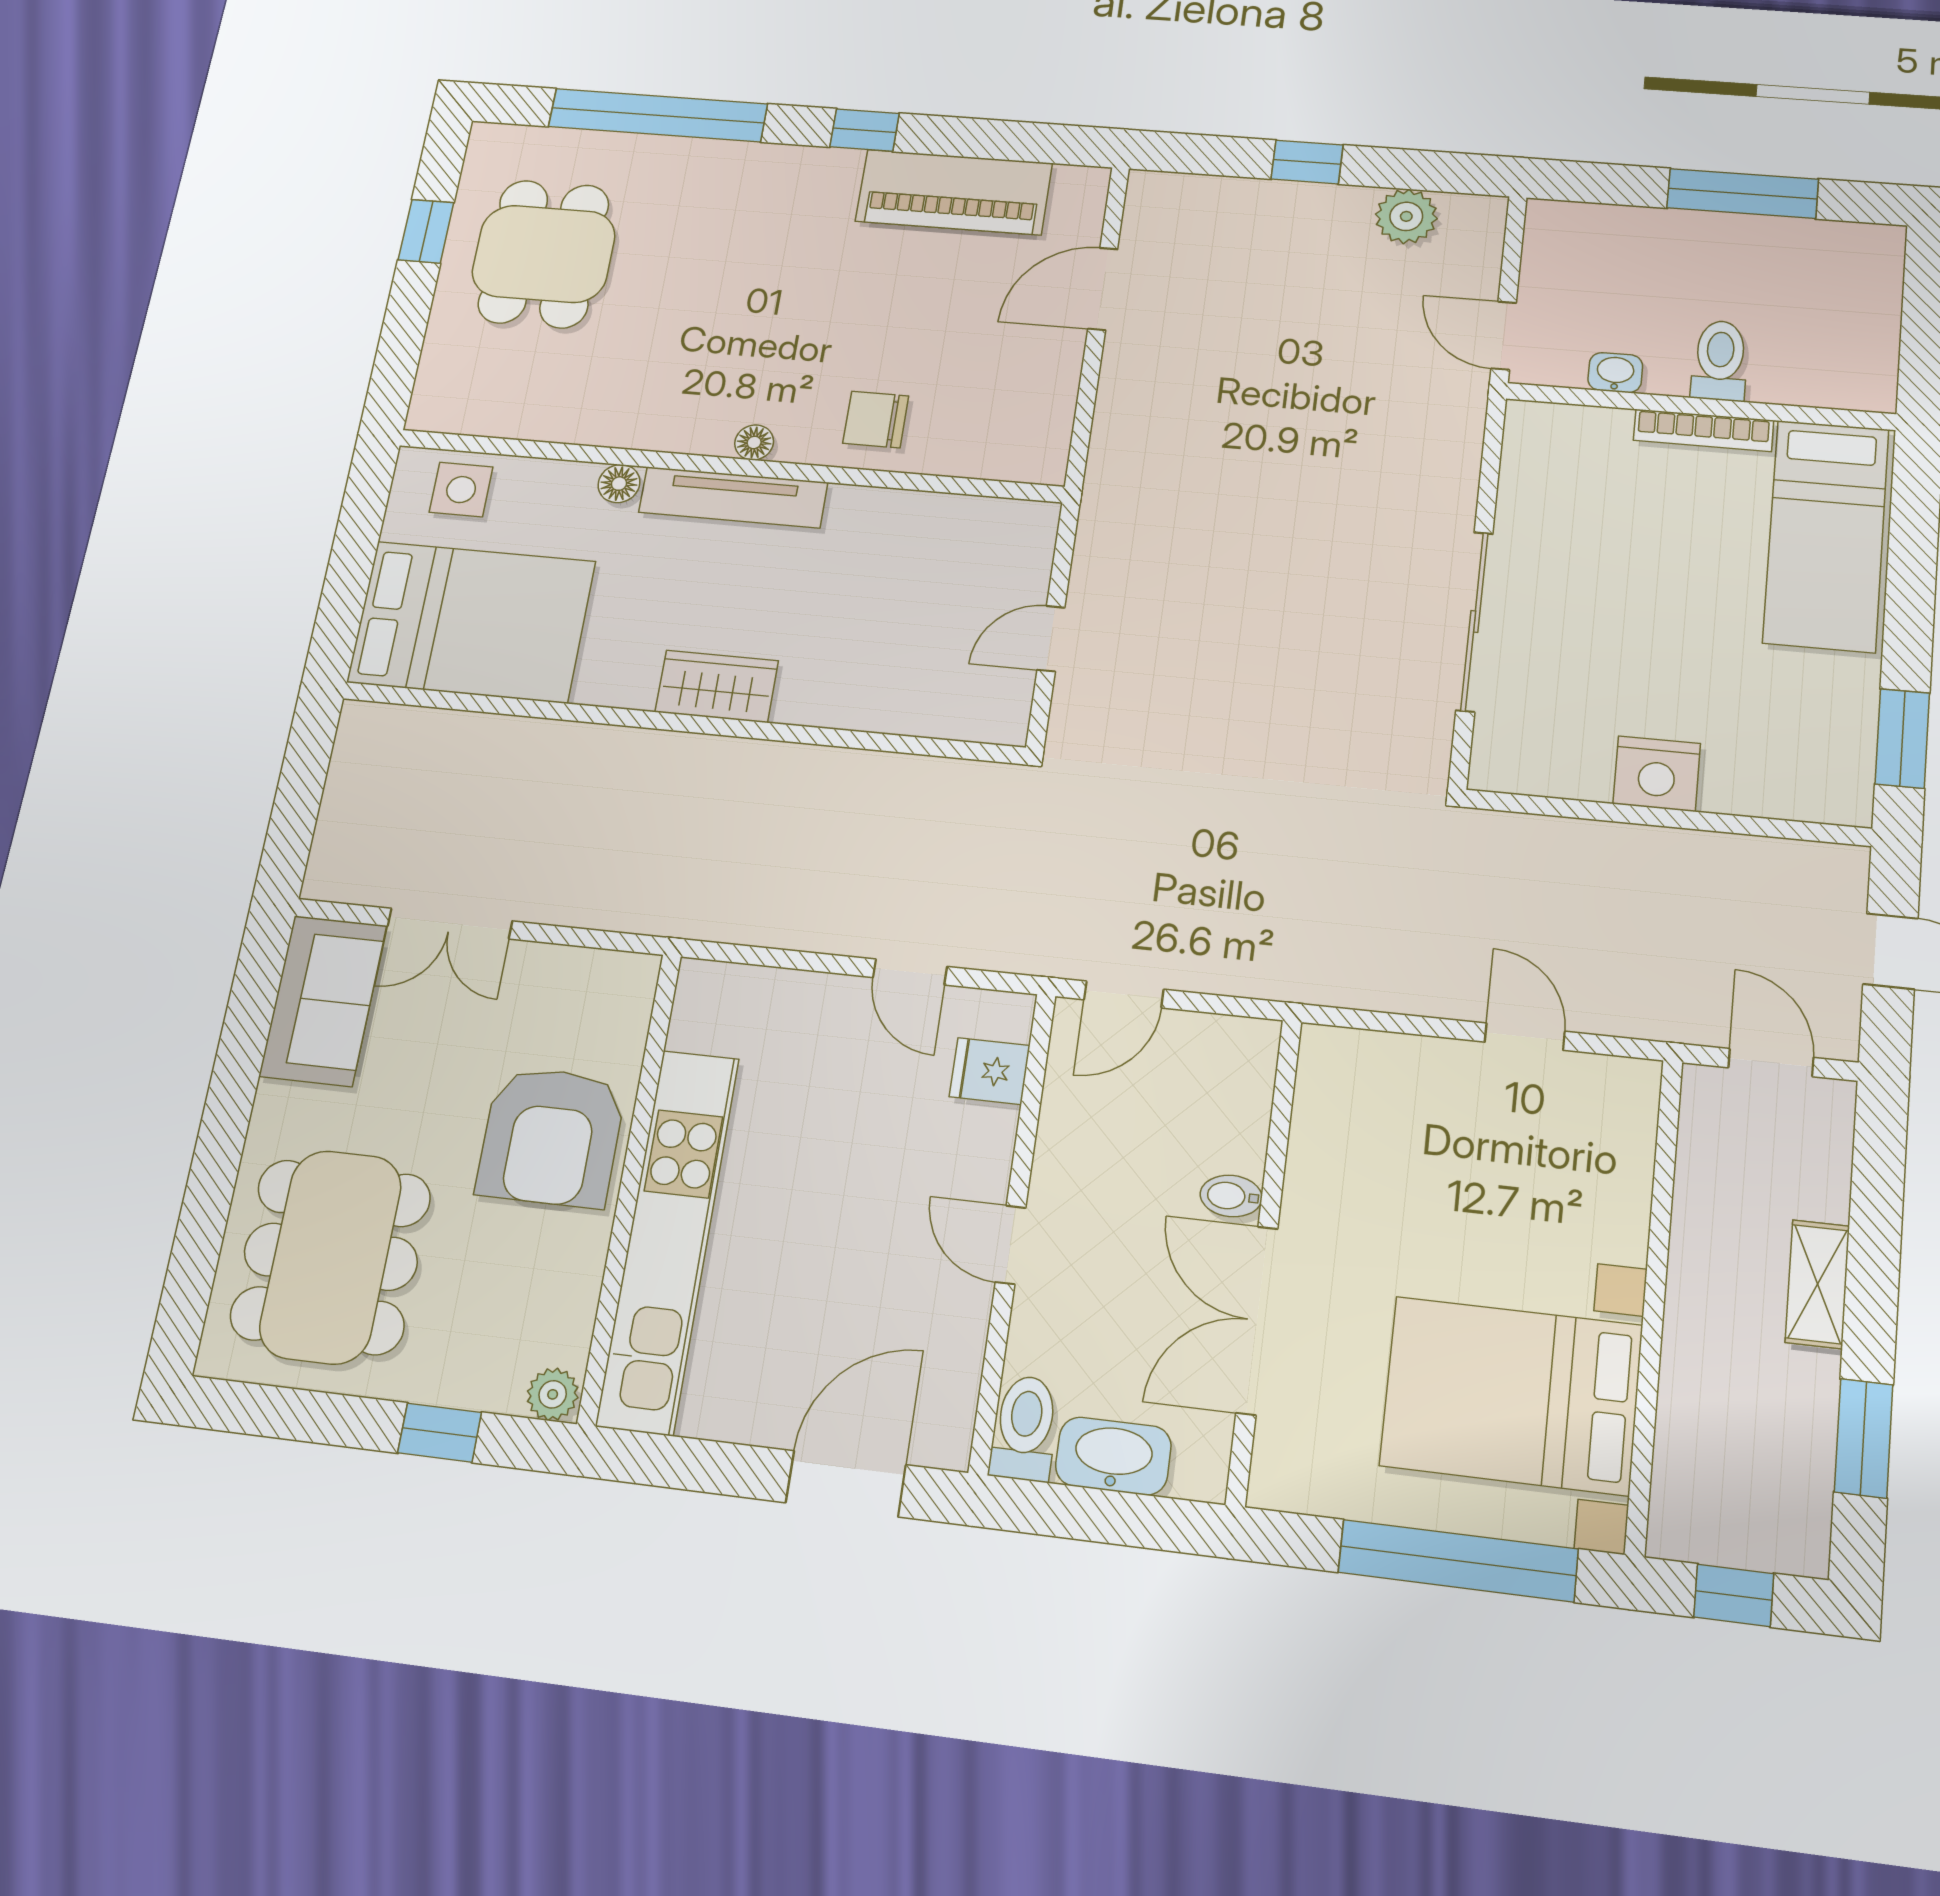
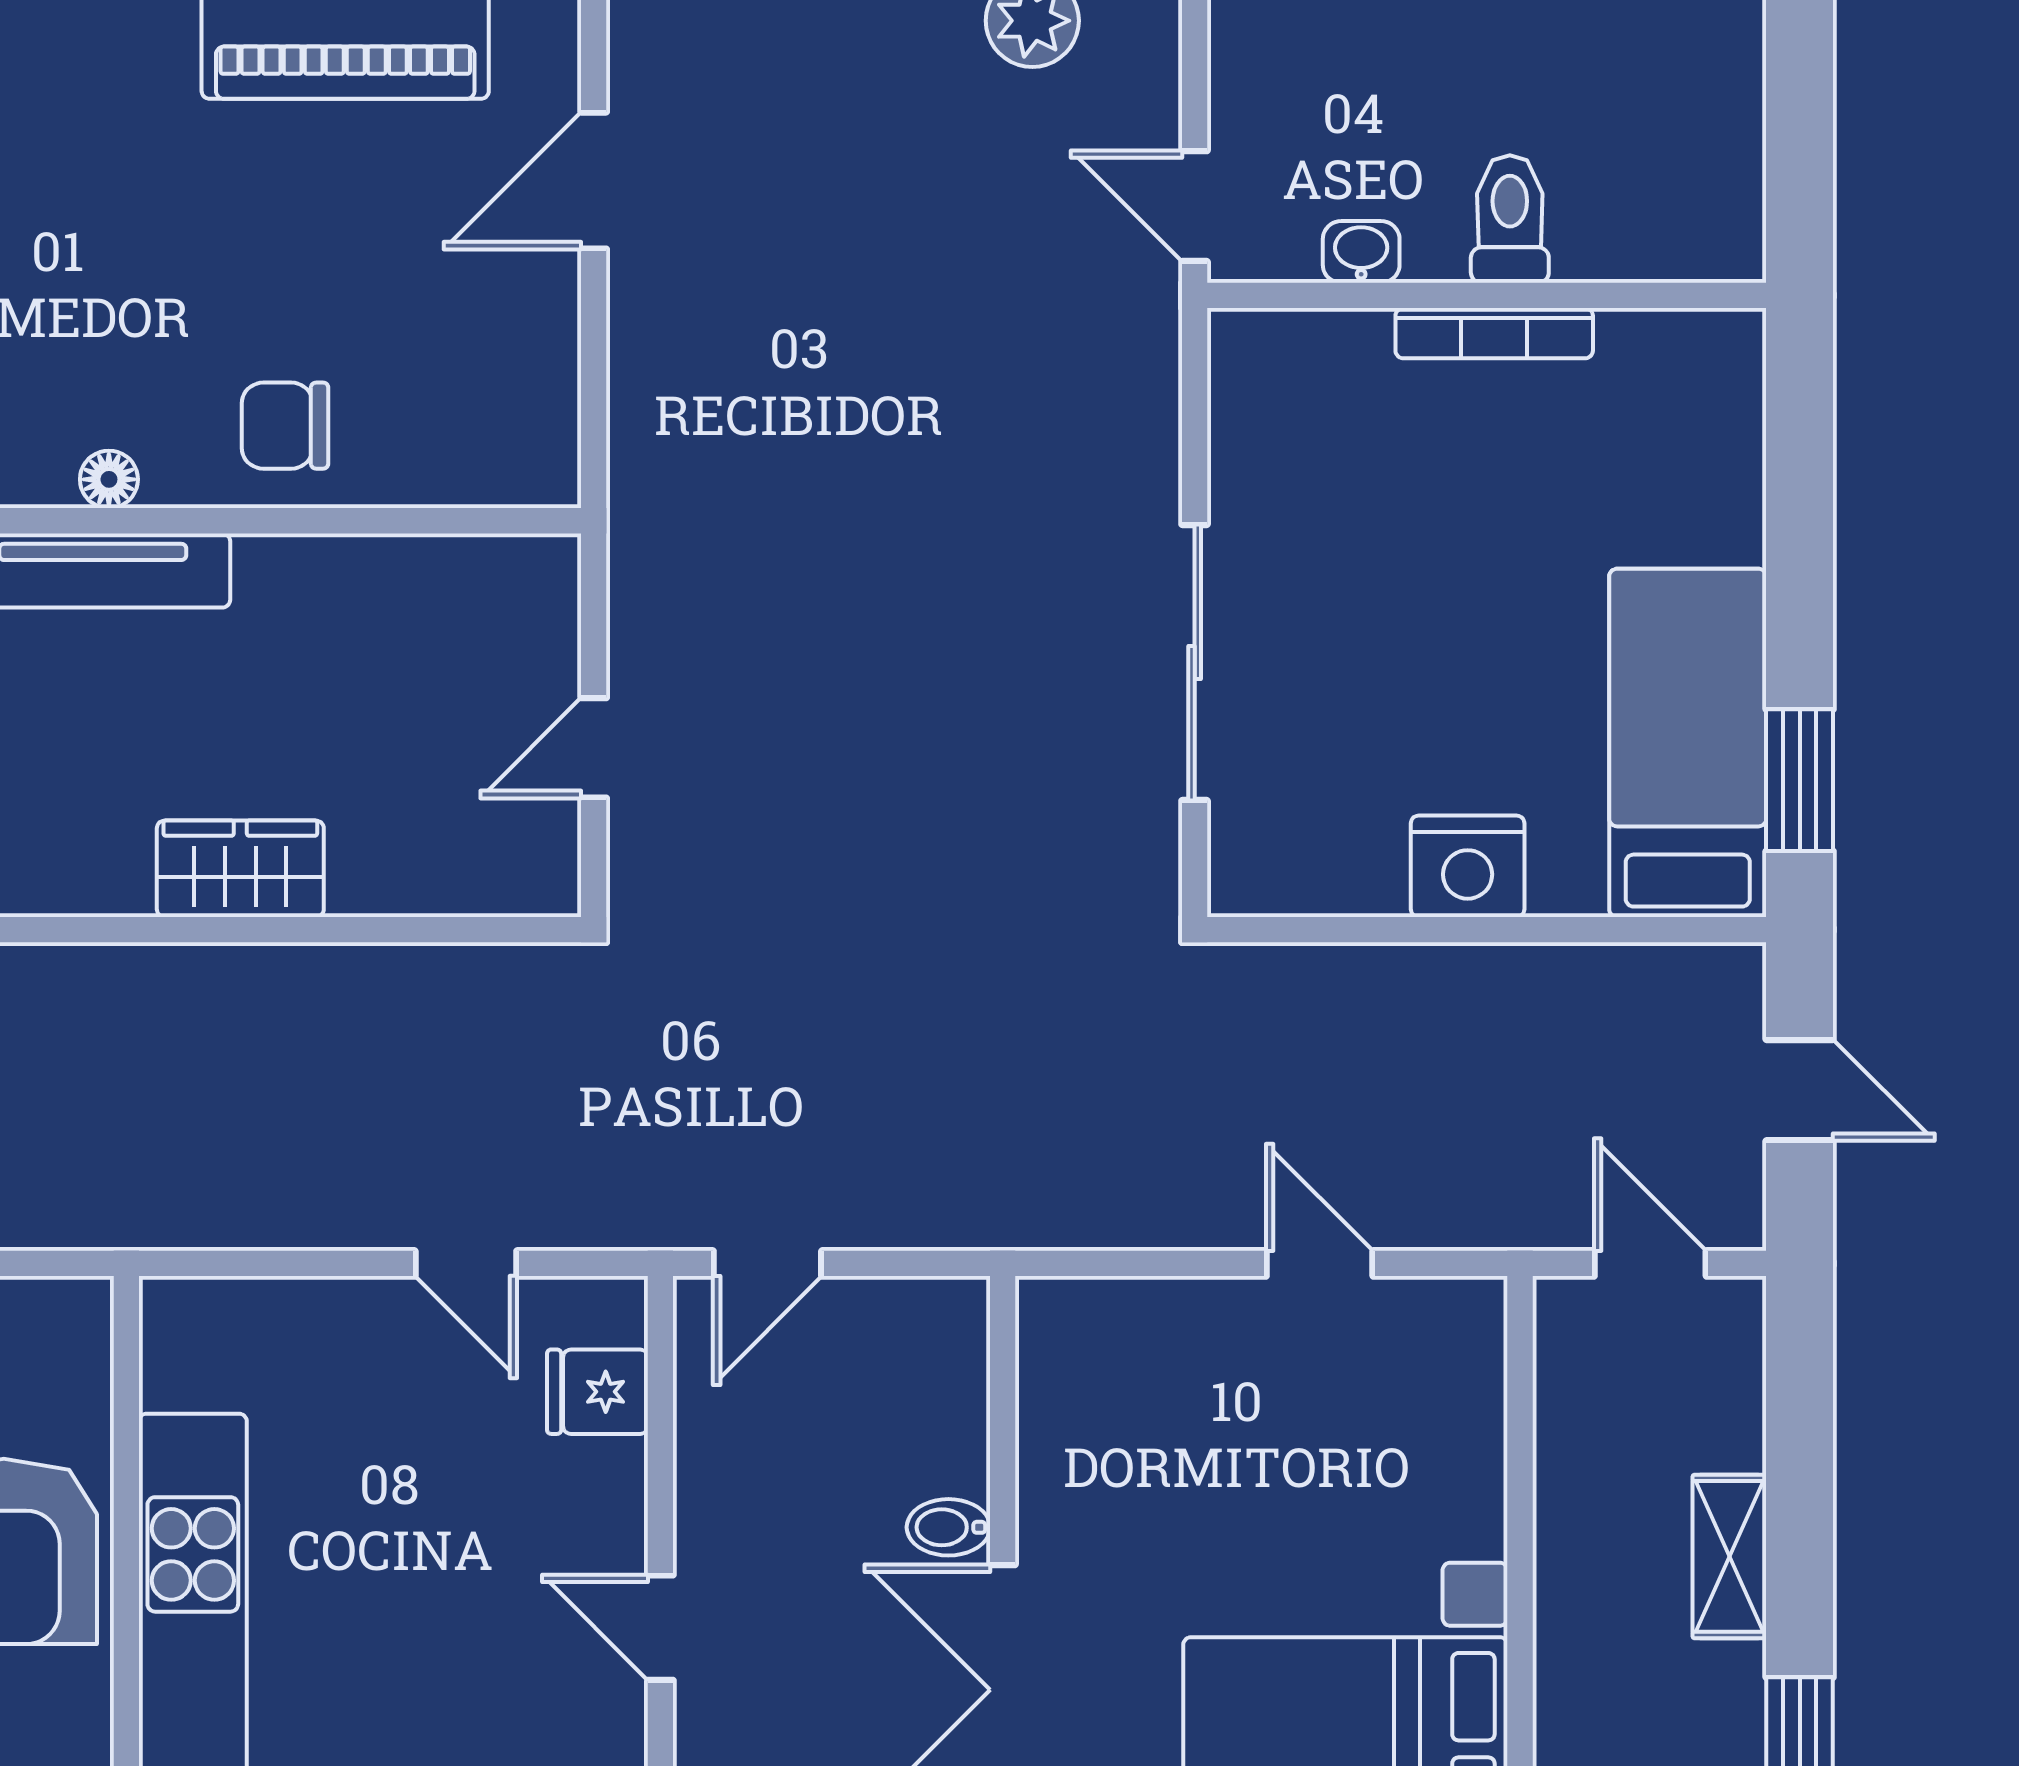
bed: (1826, 535) -> (1688, 743), moved, turned 180
wardrobe: (717, 686) -> (240, 869), moved

